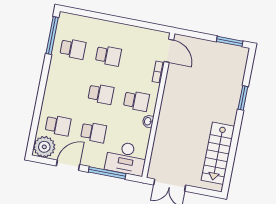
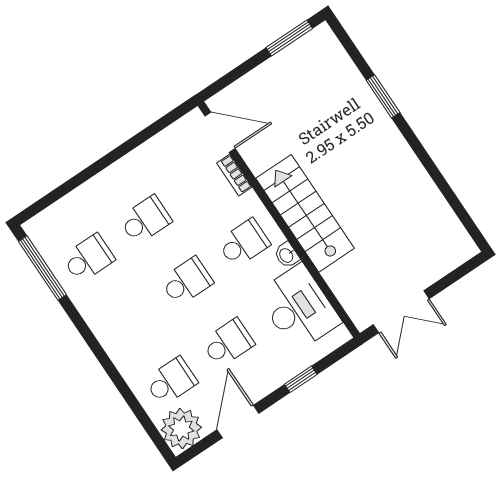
stairs: (218, 153) -> (305, 213), moved, turned 180
desk: (126, 158) -> (299, 308), moved, turned -90
window: (107, 173) -> (301, 379), width x0.46

